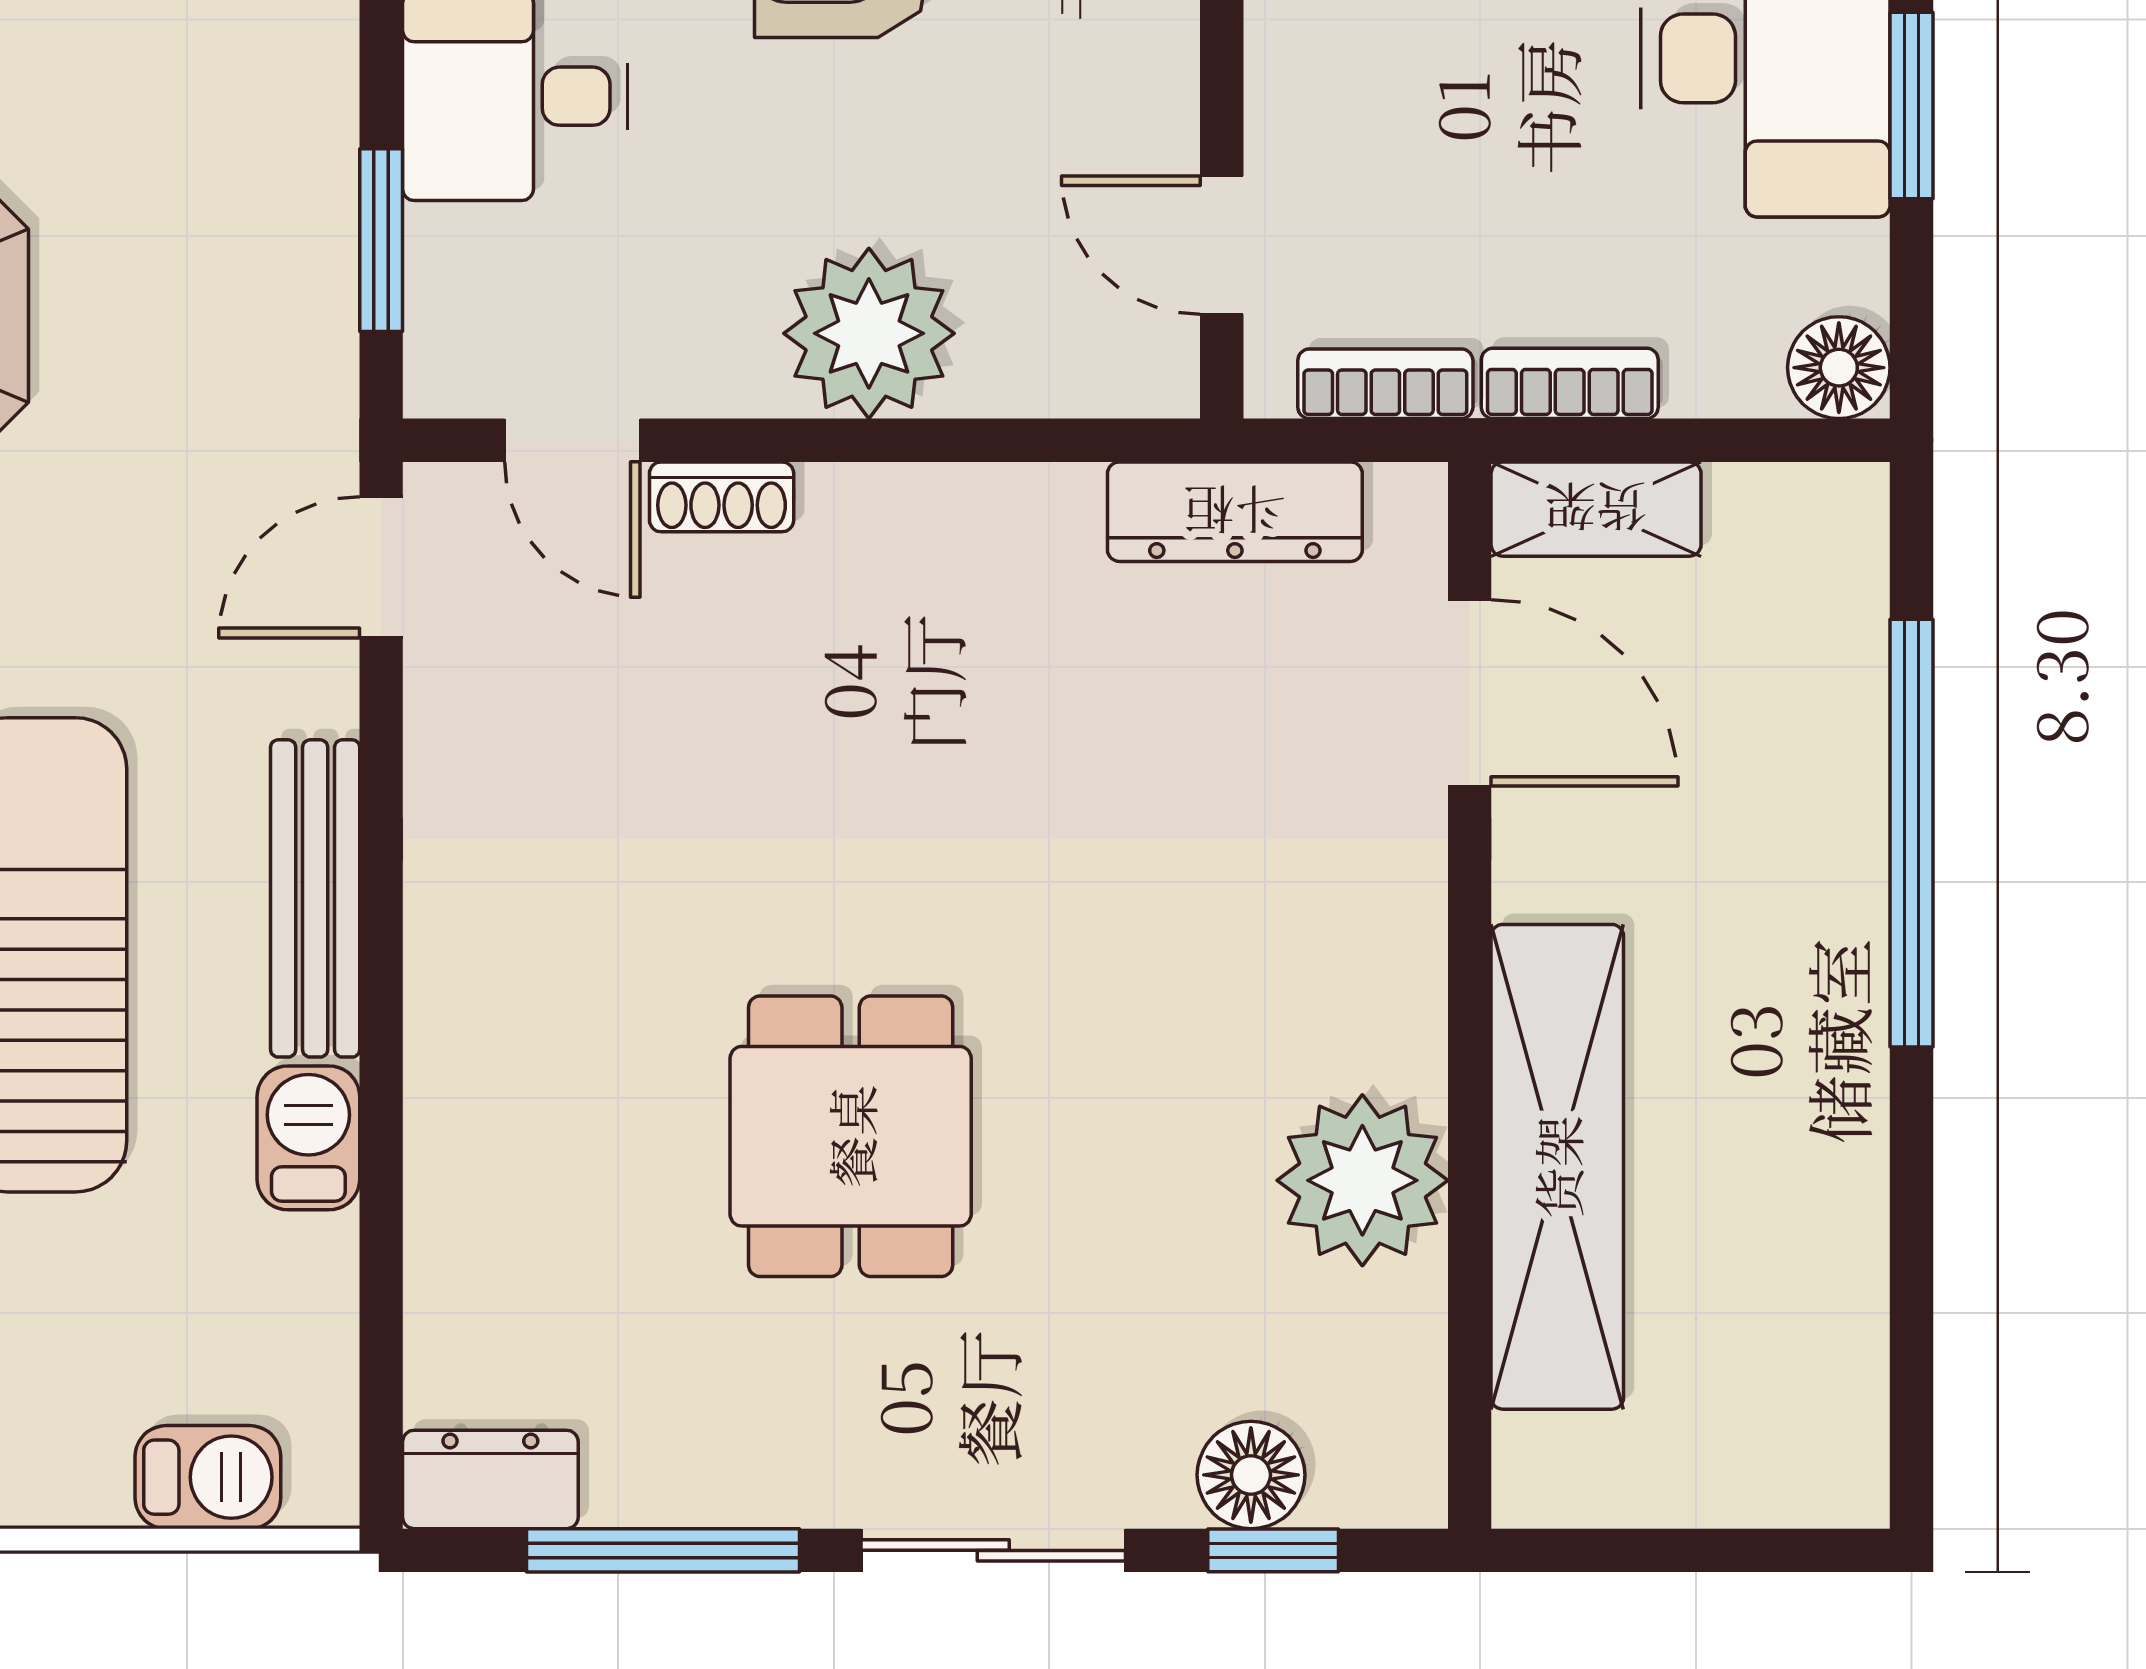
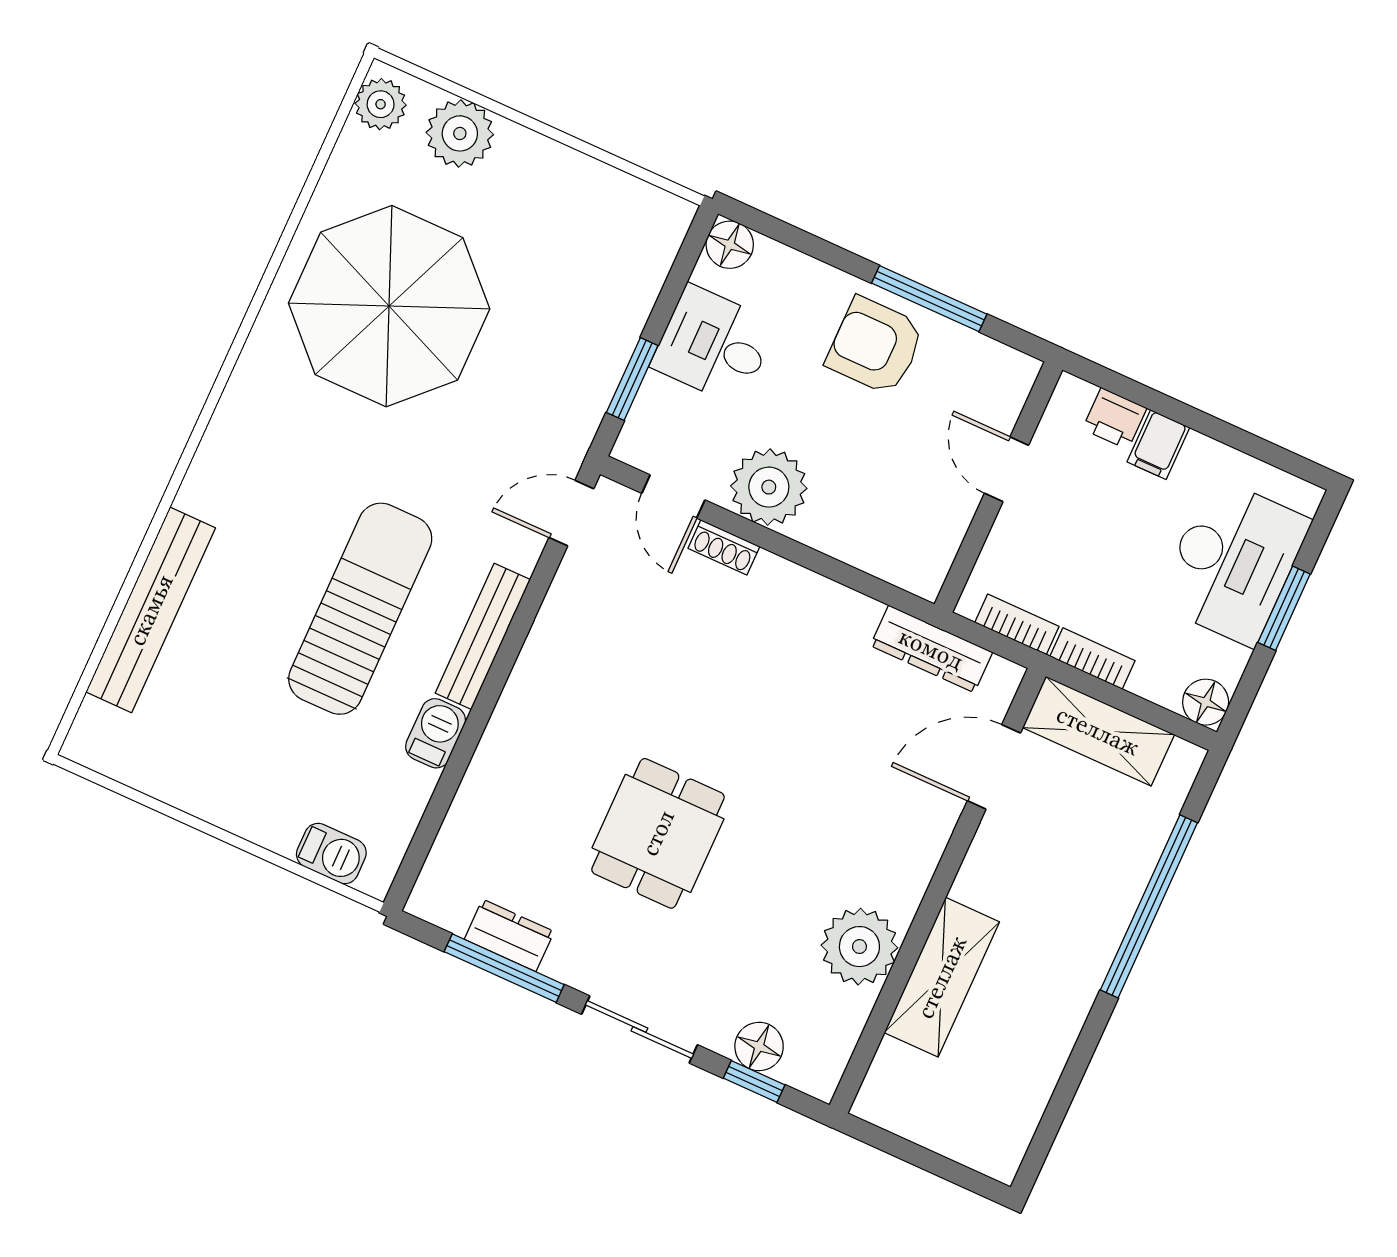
door: (1222, 245) -> (1006, 469), moved
plant: (869, 333) -> (769, 487), moved
shelving: (1596, 509) -> (1098, 731), width x1.50, depth x1.33
door: (1470, 693) -> (994, 767), swing flipped
shelving: (1557, 1167) -> (942, 977), width x0.68
dresser: (490, 1479) -> (509, 935), moved

